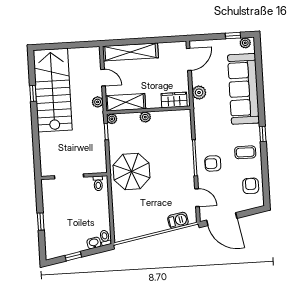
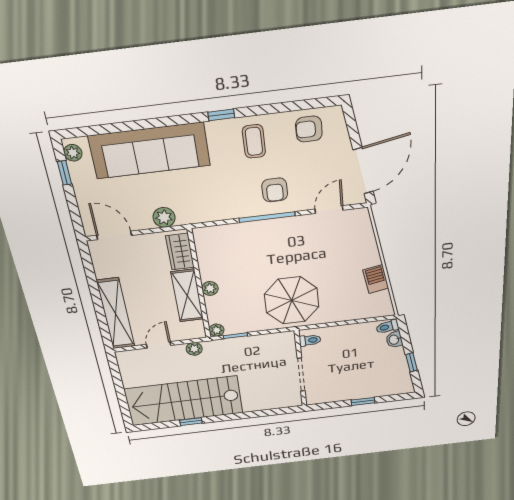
shelving: (125, 102) -> (187, 296), moved
barbecue: (178, 220) -> (376, 279), moved

